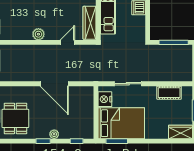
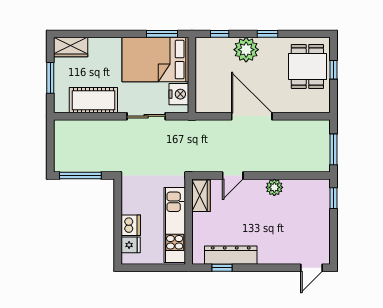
wardrobe: (90, 23) -> (201, 196), width x0.67
cot: (169, 93) -> (93, 100), width x1.37, depth x1.34
plant: (54, 134) -> (246, 50), width x1.88, depth x1.88

